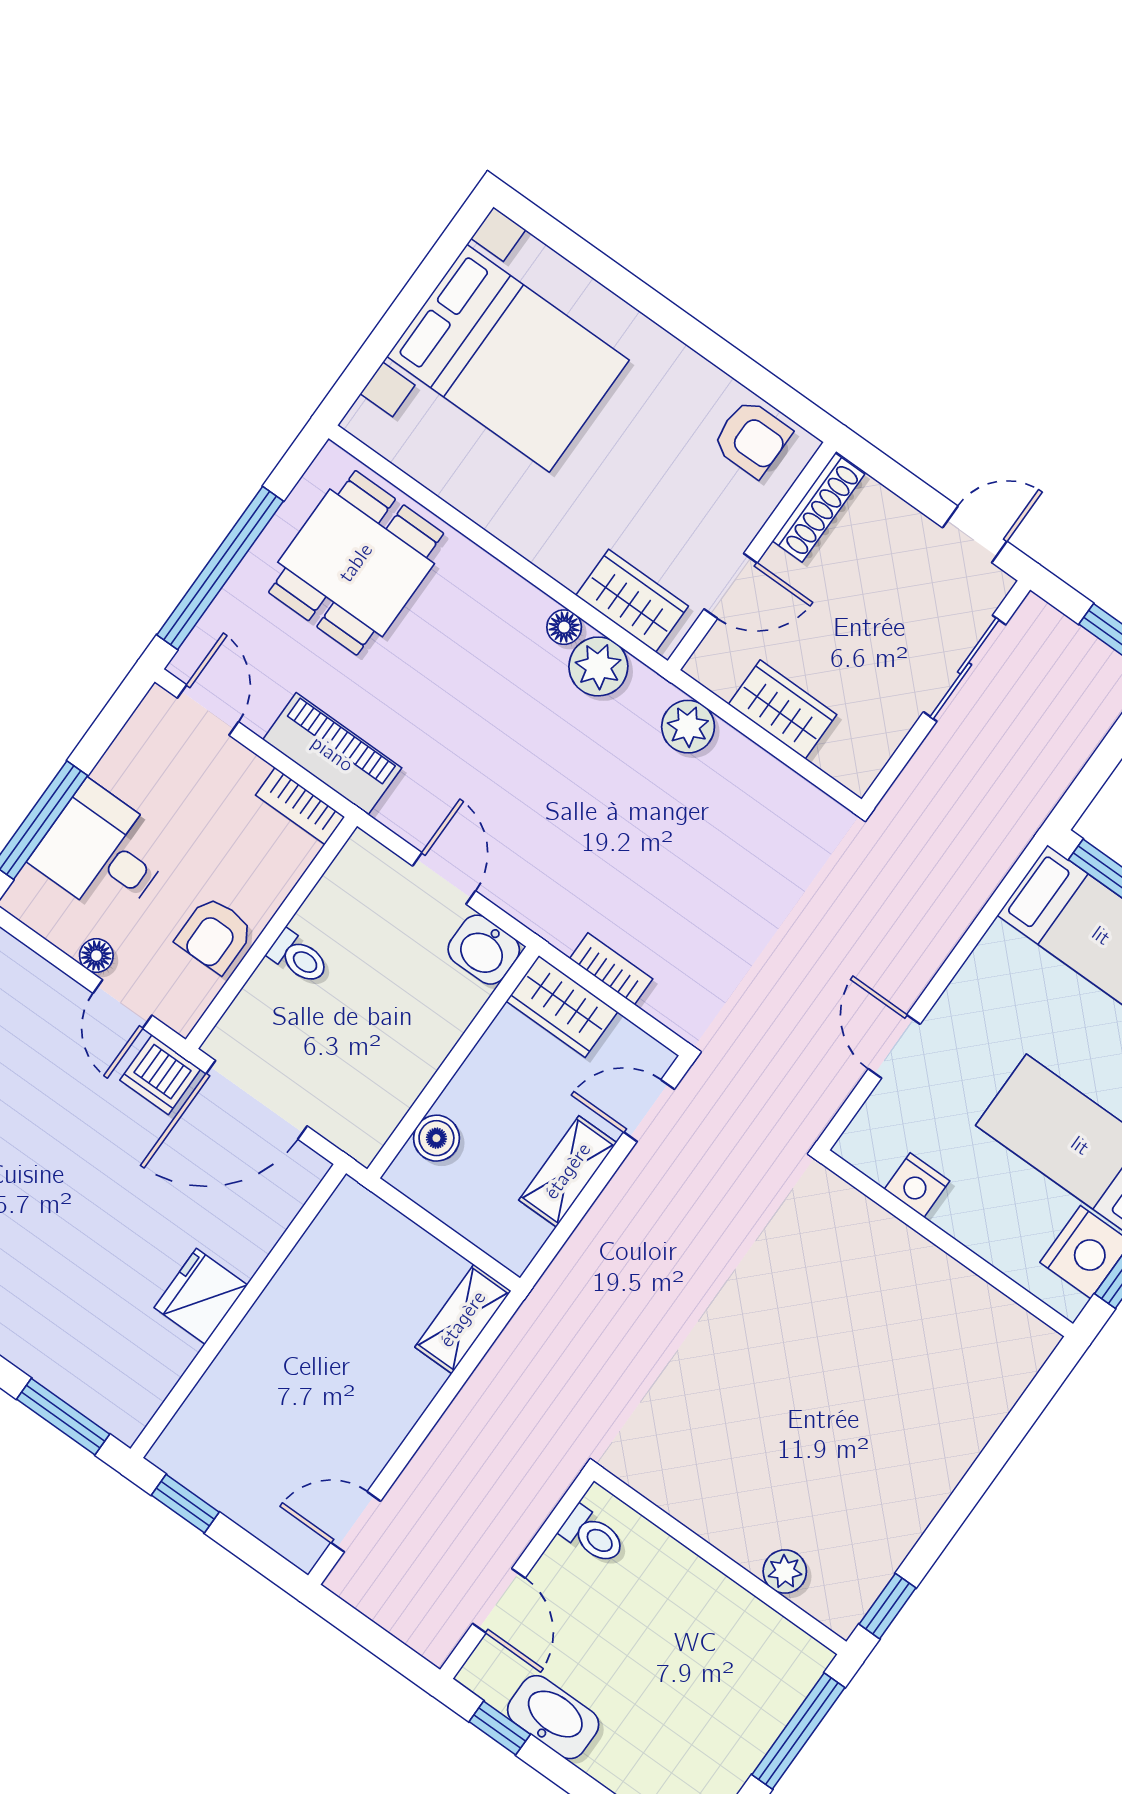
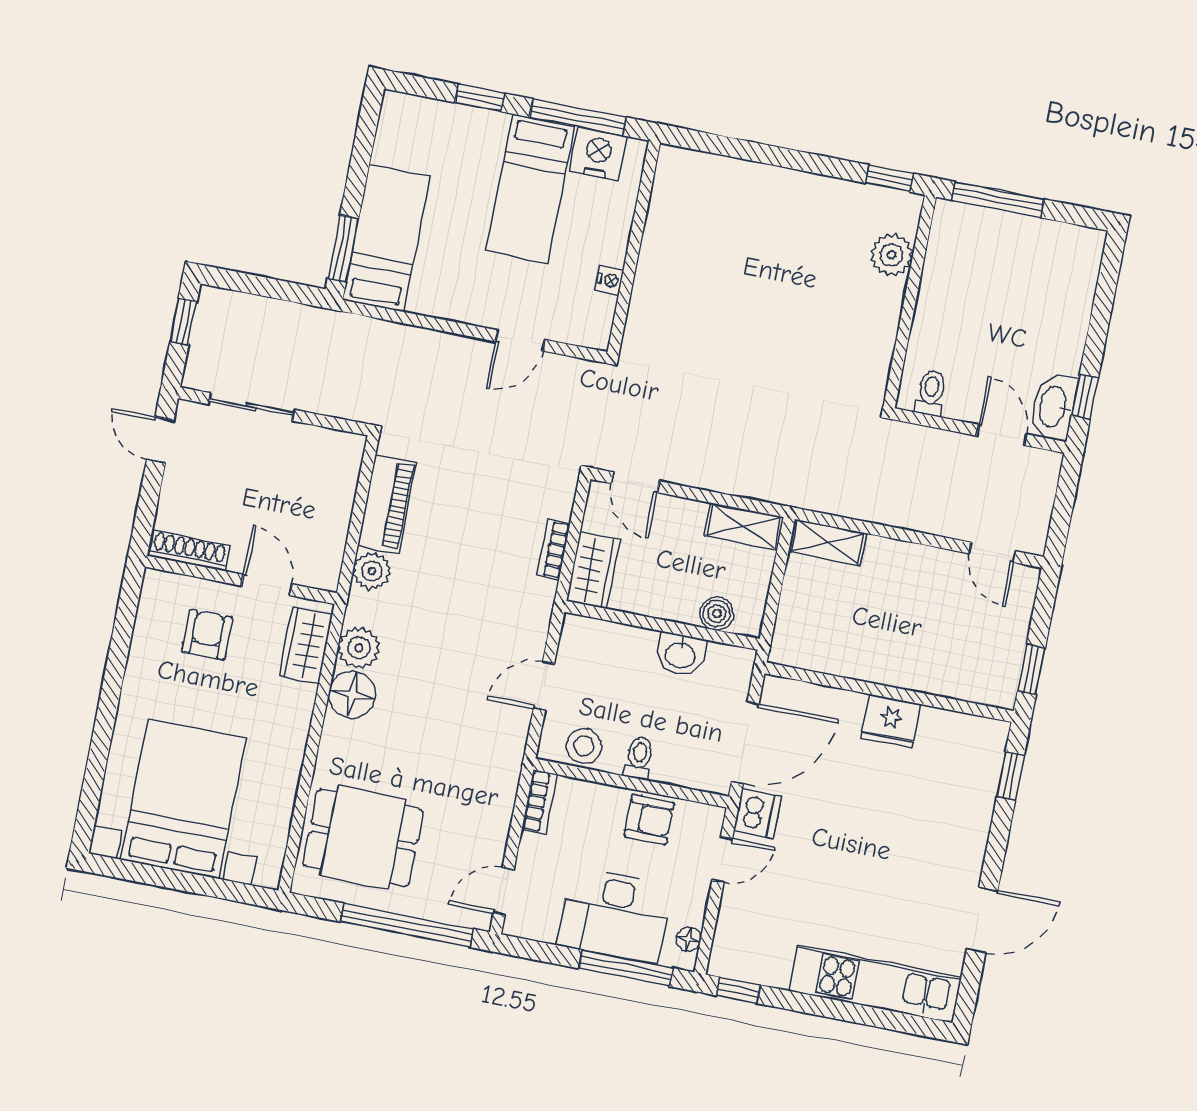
armchair: (752, 438) -> (207, 635), moved
floor lamp: (564, 627) -> (352, 695), width x1.89, depth x1.89
wardrobe: (783, 709) -> (332, 514), removed
piano: (332, 754) -> (387, 504), moved, turned 180
desk: (103, 852) -> (614, 915), width x1.37
stool: (345, 894) -> (584, 746), added
washbasin: (484, 950) -> (680, 654), moved, turned 90
floor lamp: (96, 956) -> (689, 939), moved
door: (257, 1100) -> (745, 743), hinge flipped
shelving: (568, 1171) -> (744, 526), moved
nightstand: (917, 1185) -> (610, 280), width x0.72, depth x0.74
window: (63, 1417) -> (1010, 776), width x0.67
plant: (785, 1572) -> (892, 255), width x1.38, depth x1.38
door: (499, 1601) -> (1002, 435), hinge flipped
washbasin: (553, 1717) -> (1054, 407), moved

